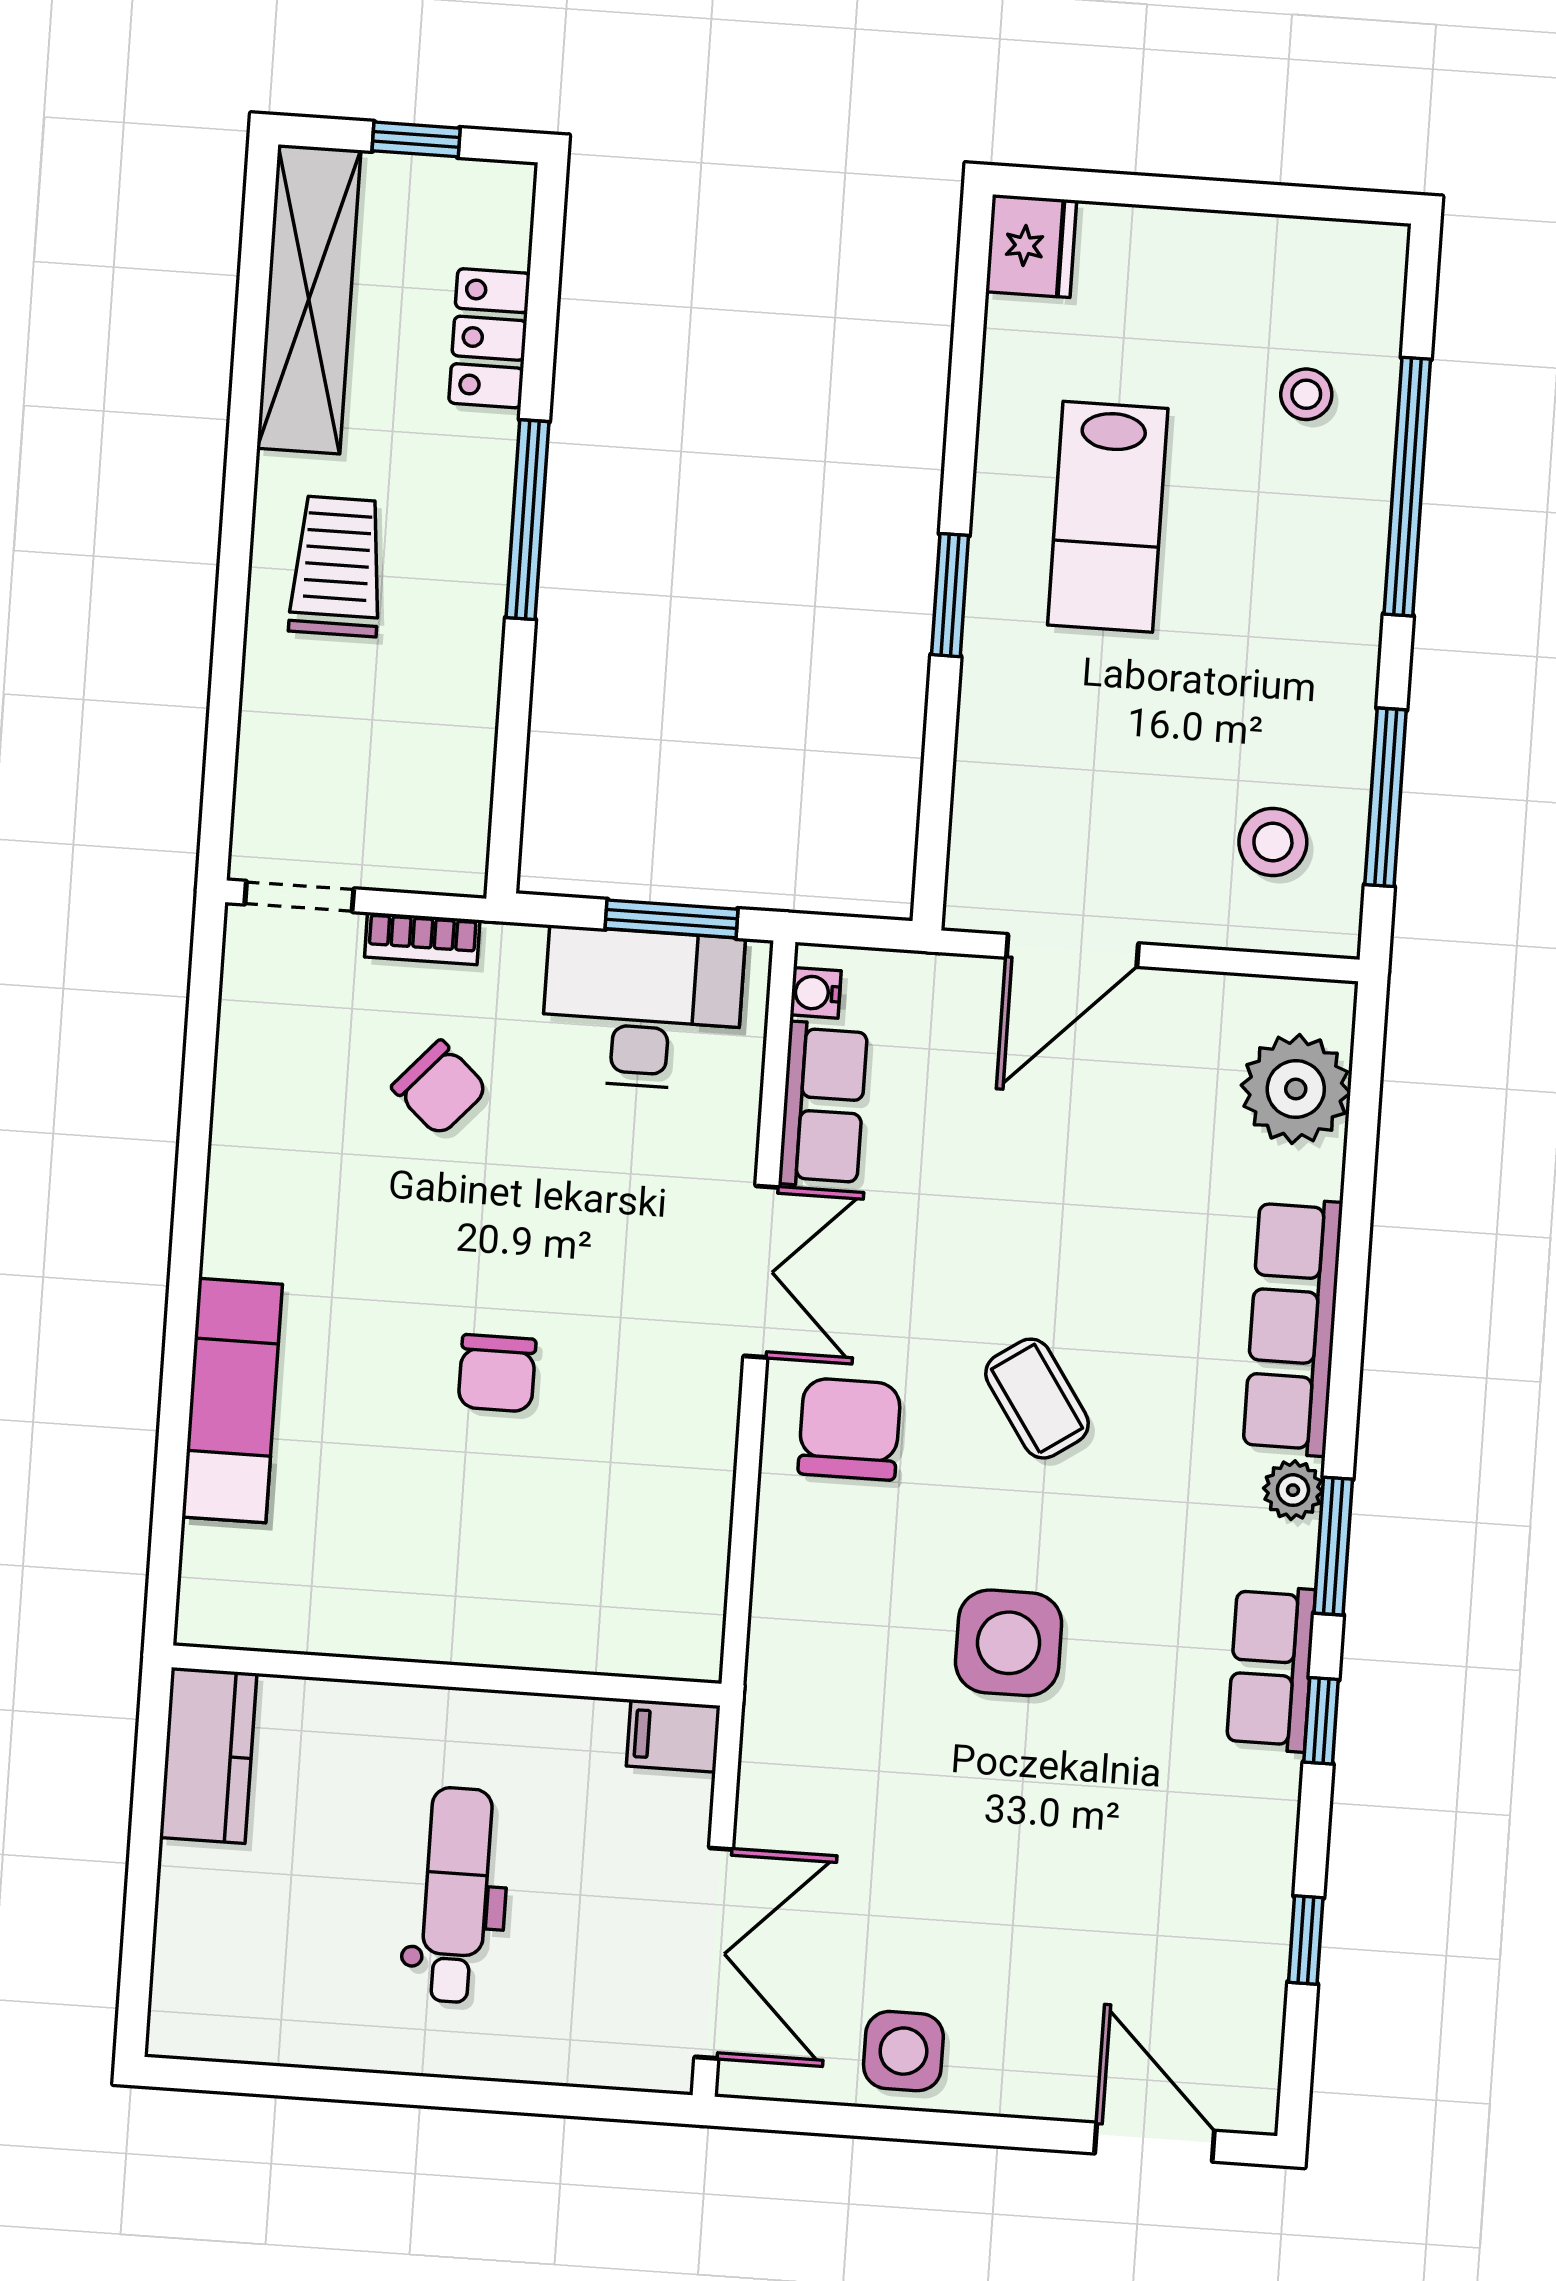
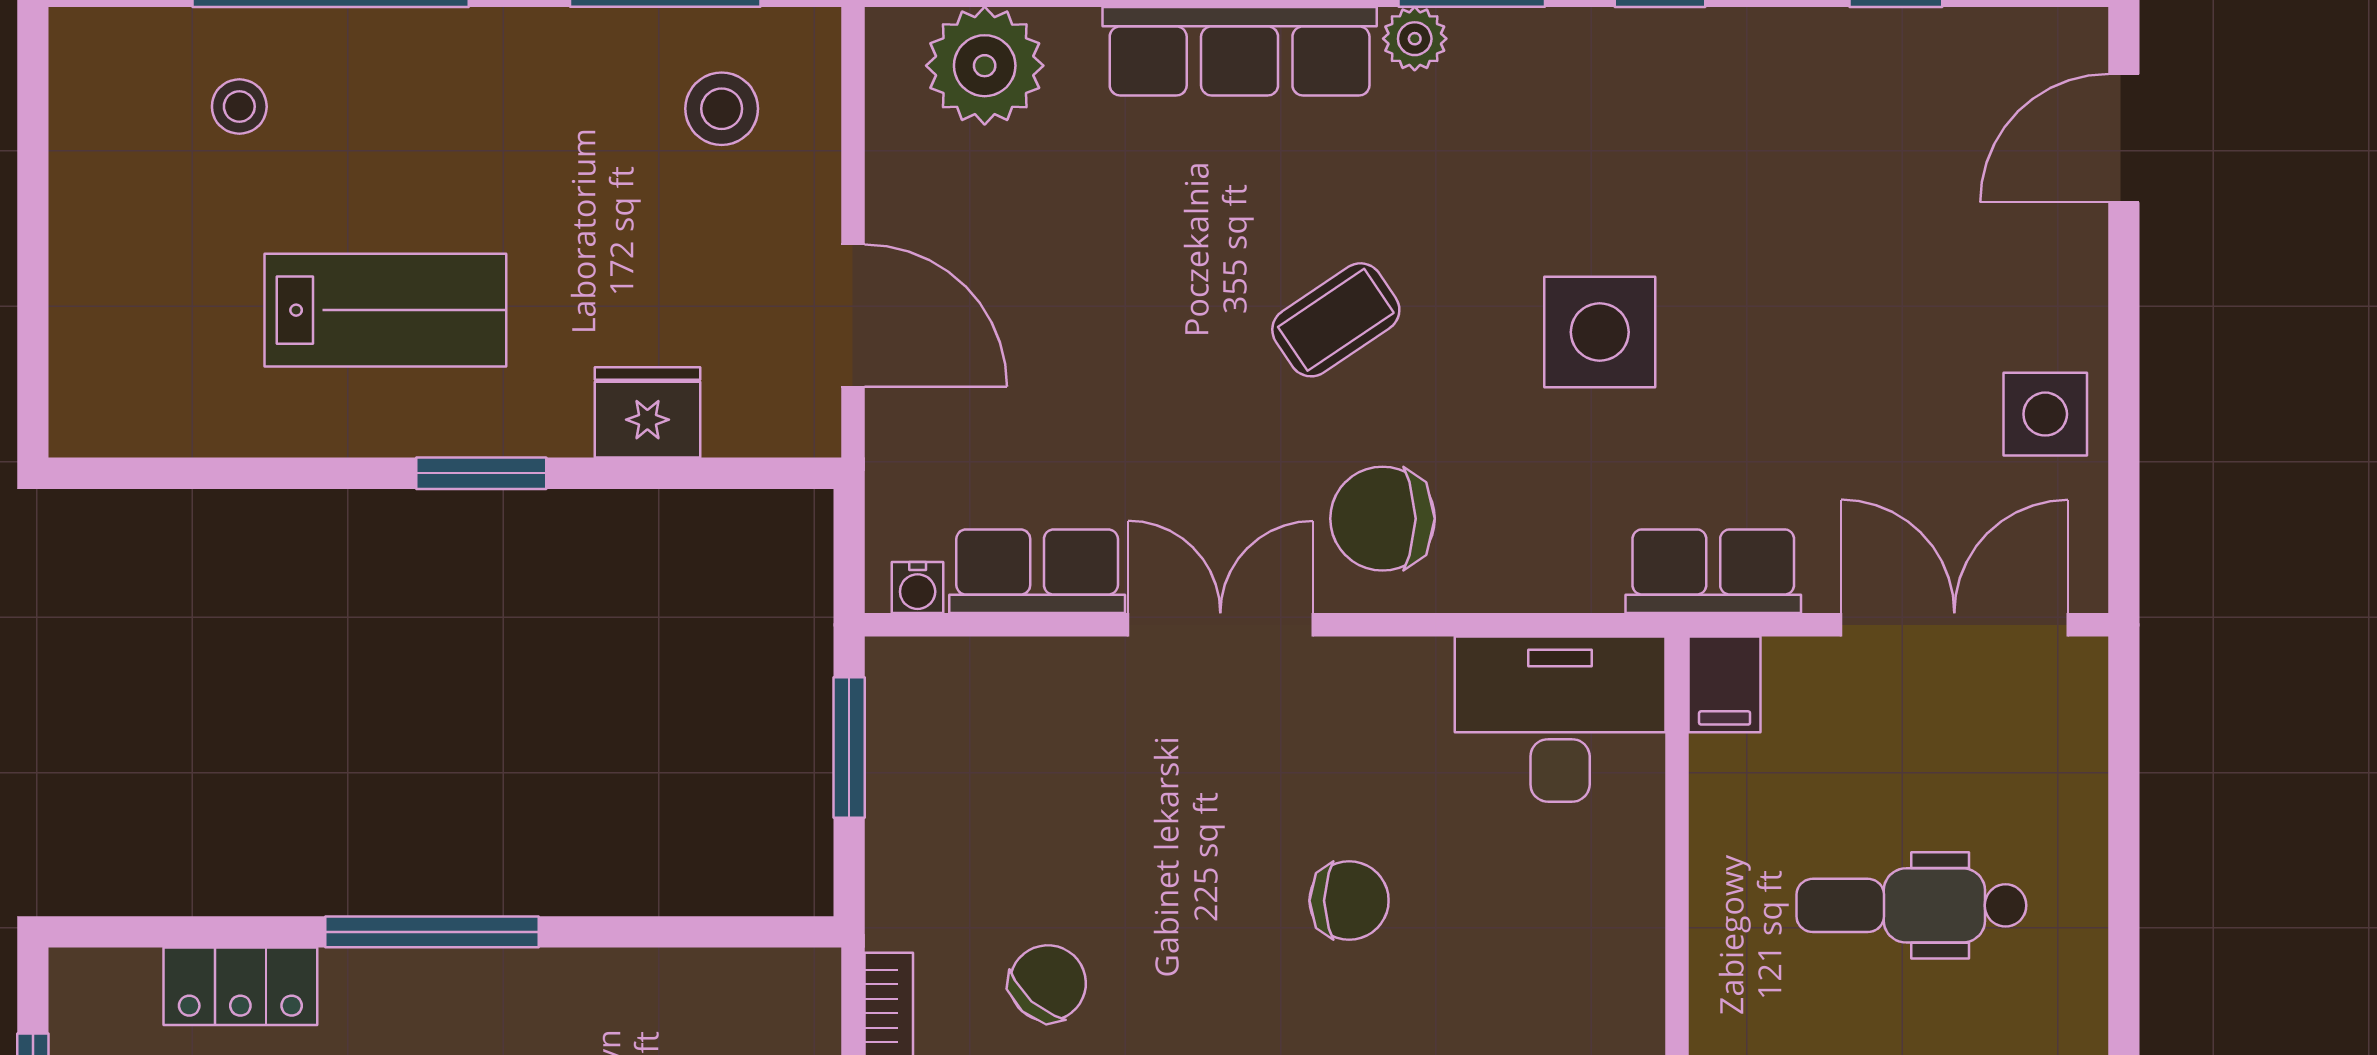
fridge: (1031, 246) -> (647, 412), moved
desk: (642, 1008) -> (1560, 719), moved, turned 90
row of seats: (1271, 1668) -> (1713, 571), moved, turned 180

